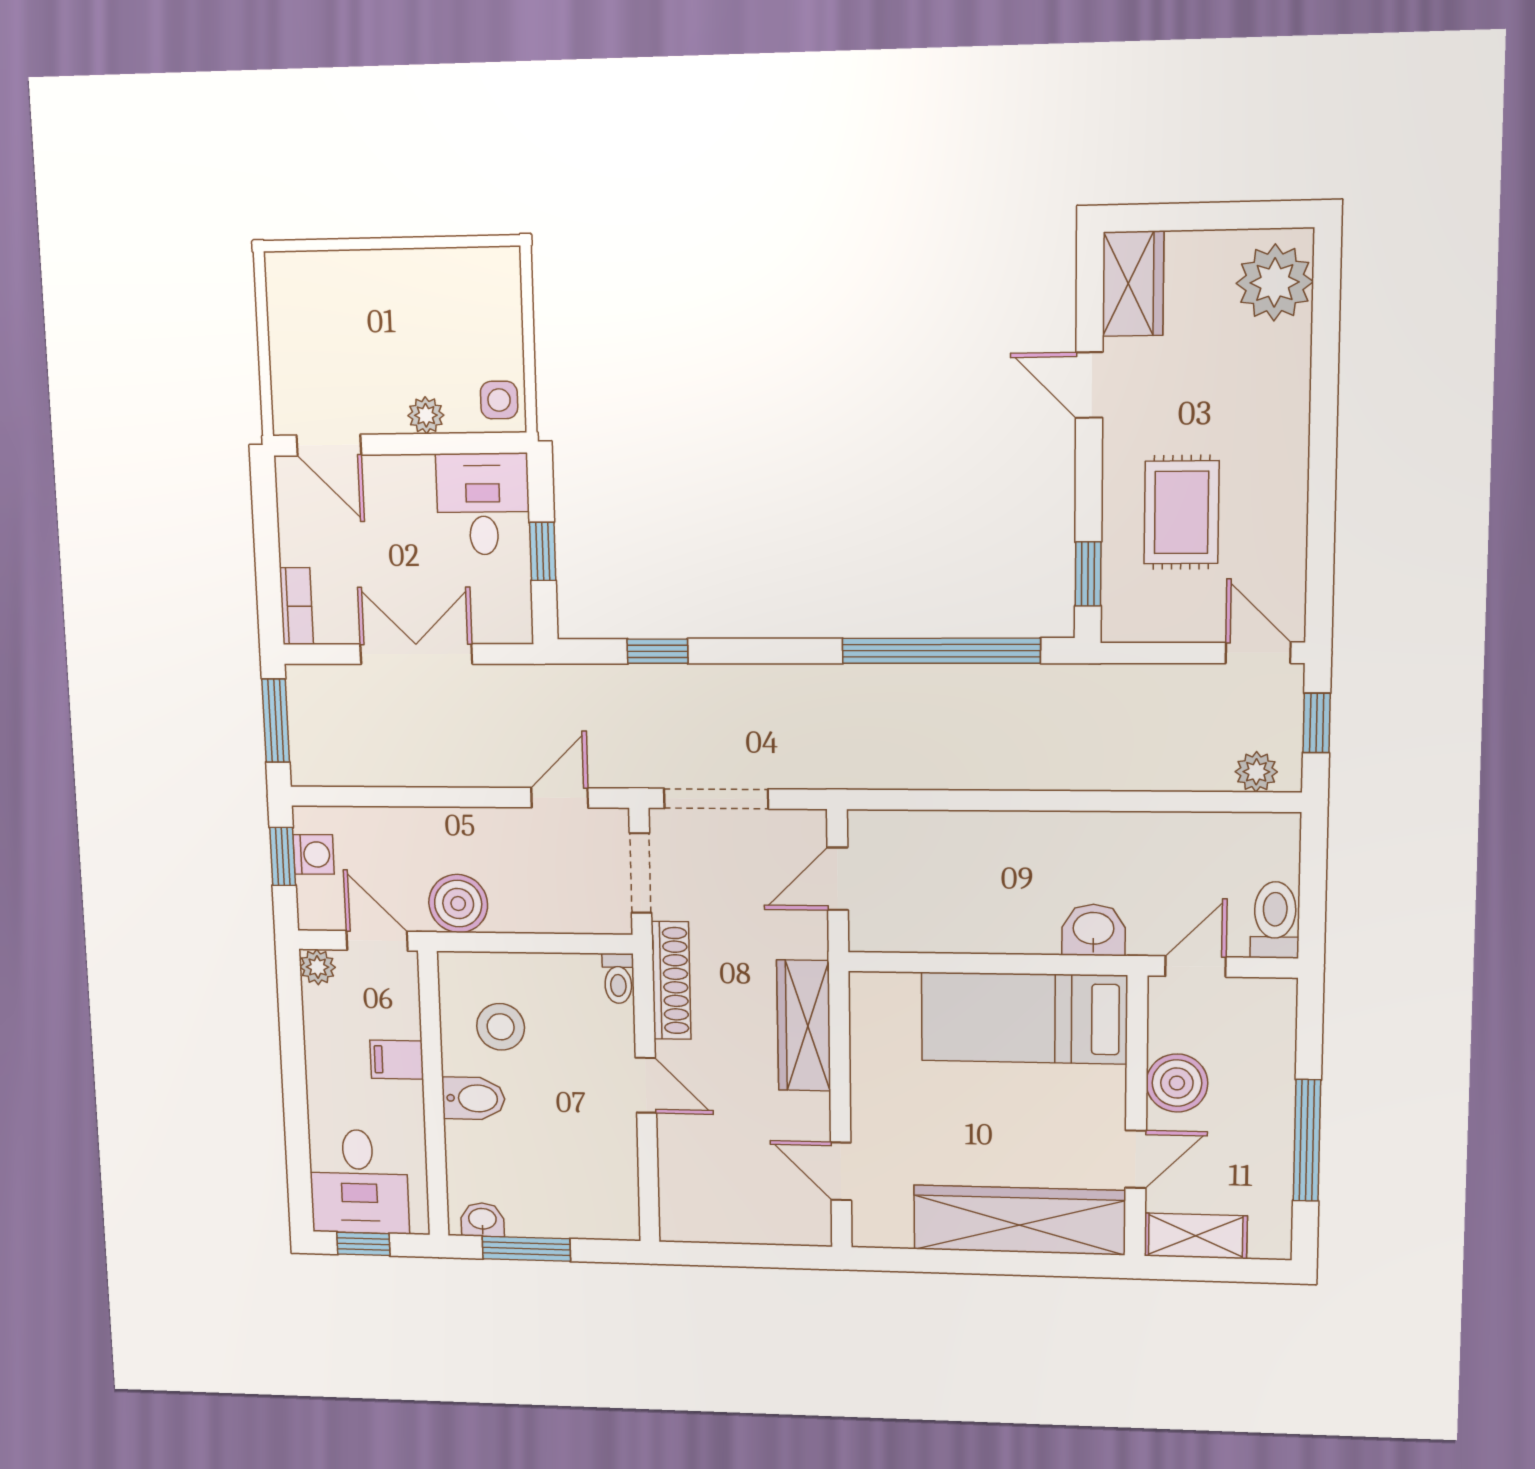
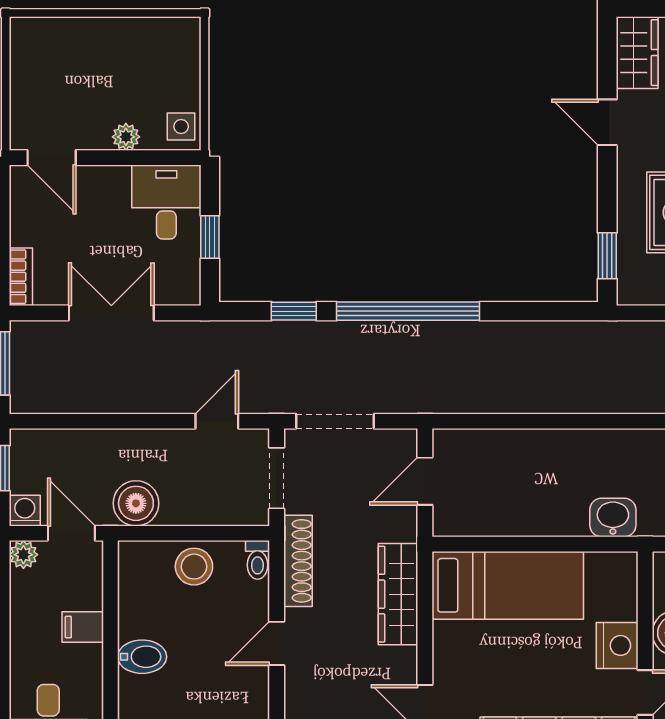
window: (941, 651) -> (408, 311), moved
washing machine: (314, 854) -> (25, 511), moved, turned -90
bed: (1024, 1018) -> (508, 585), moved, turned 180
stool: (501, 1027) -> (194, 567), moved
door: (646, 1085) -> (277, 643), swing flipped
nightstand: (1098, 1098) -> (617, 645), added

